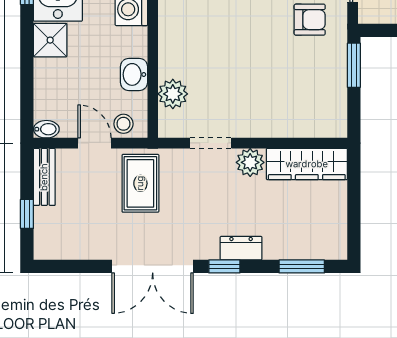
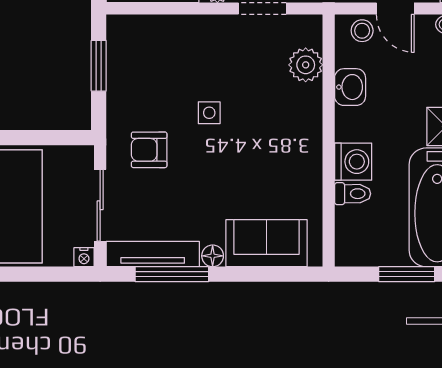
side table: (257, 52) -> (209, 113), added
window: (354, 65) -> (99, 66), moved

